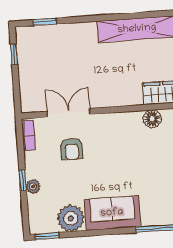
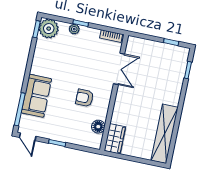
armchair: (72, 149) -> (85, 98), moved
sofa: (112, 213) -> (36, 96), moved
plant: (71, 218) -> (49, 29), moved

